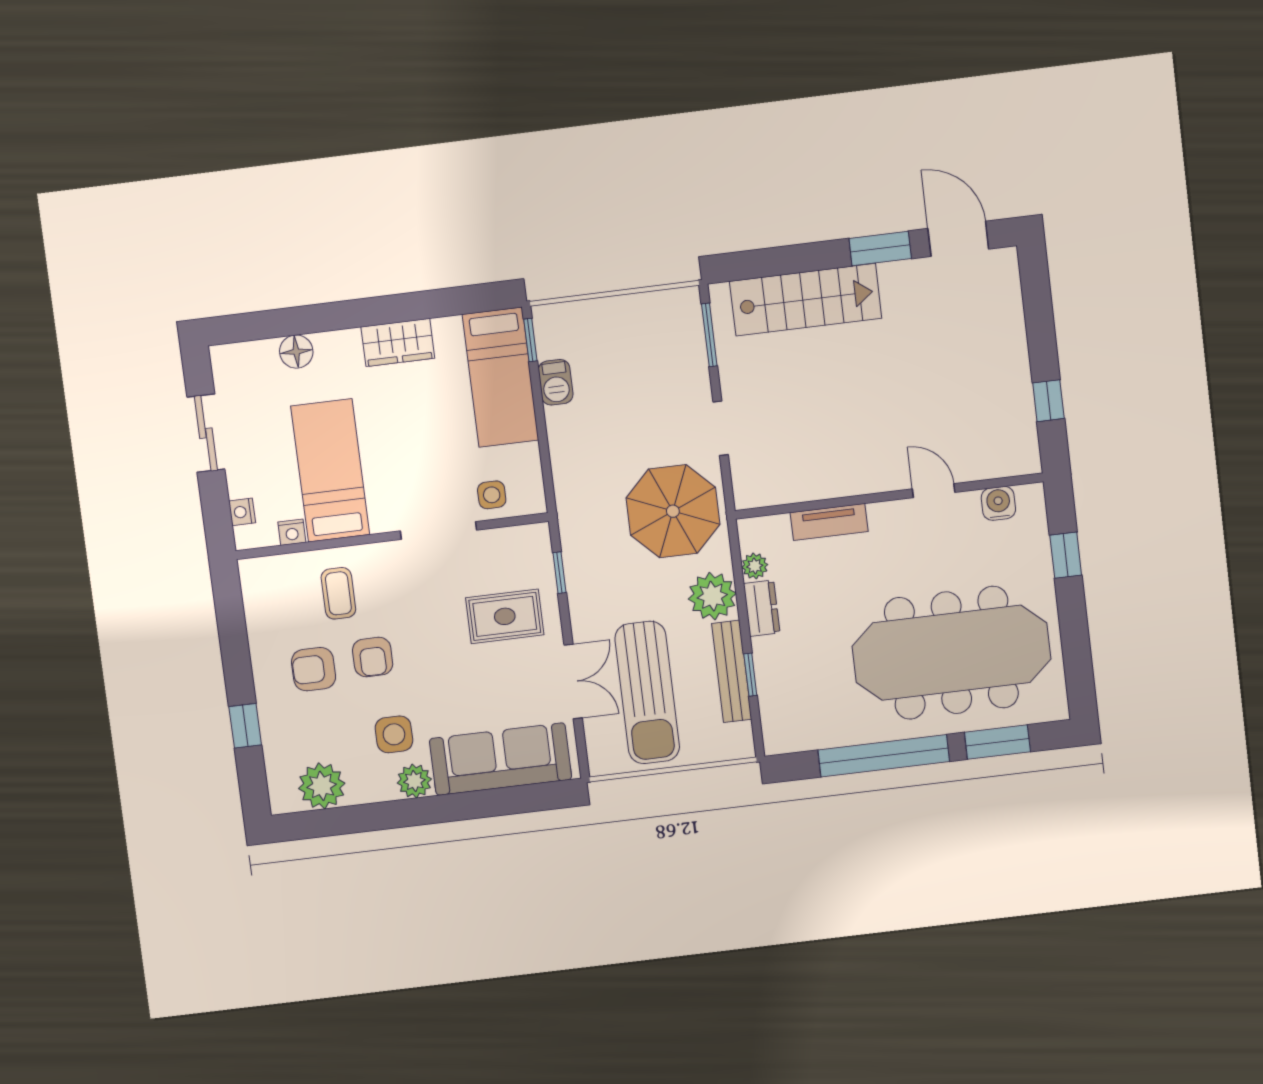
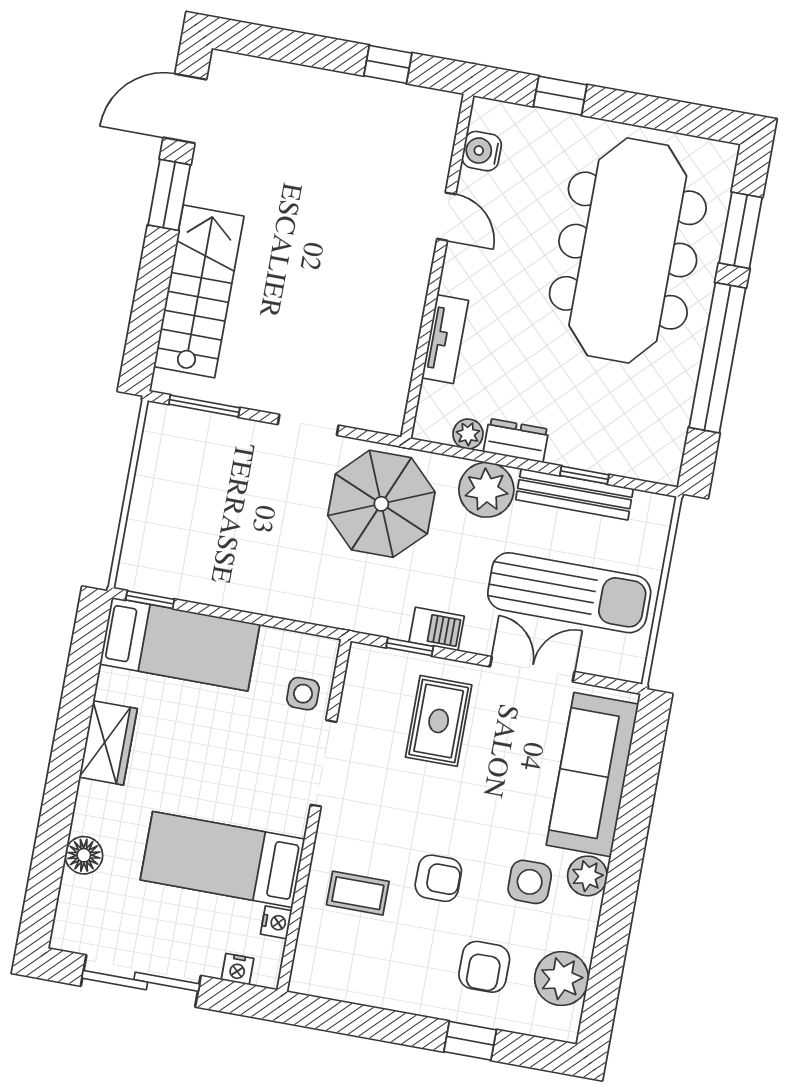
barbecue: (556, 382) -> (437, 629), moved
sliding door: (206, 433) -> (141, 981), width x1.37
door: (934, 491) -> (446, 217), swing flipped
armchair: (314, 669) -> (484, 967), moved

